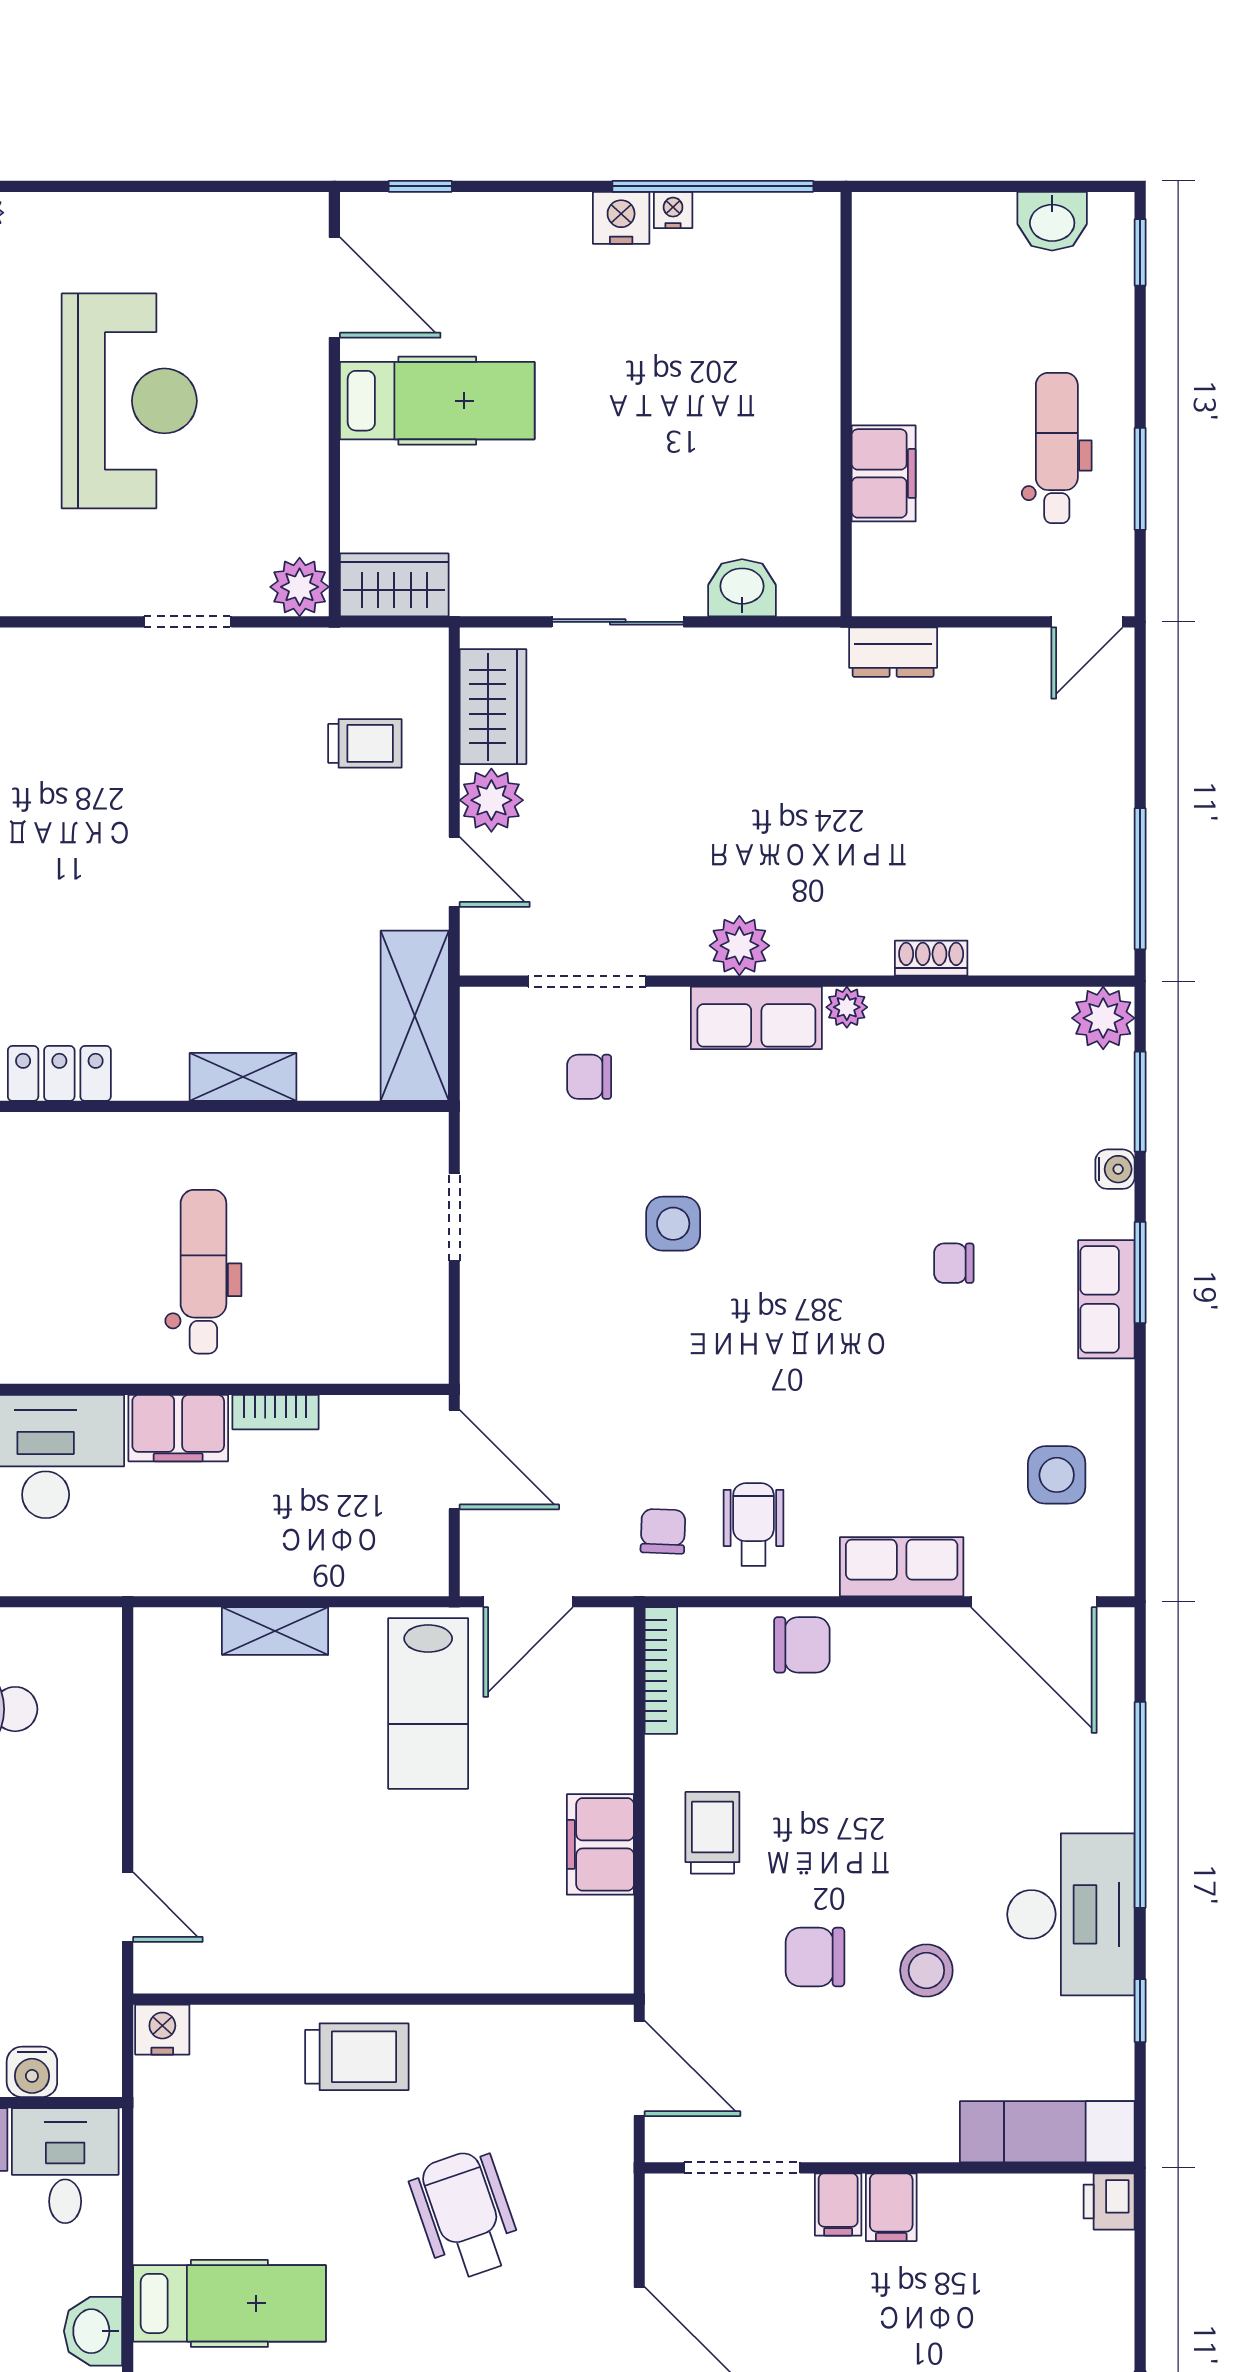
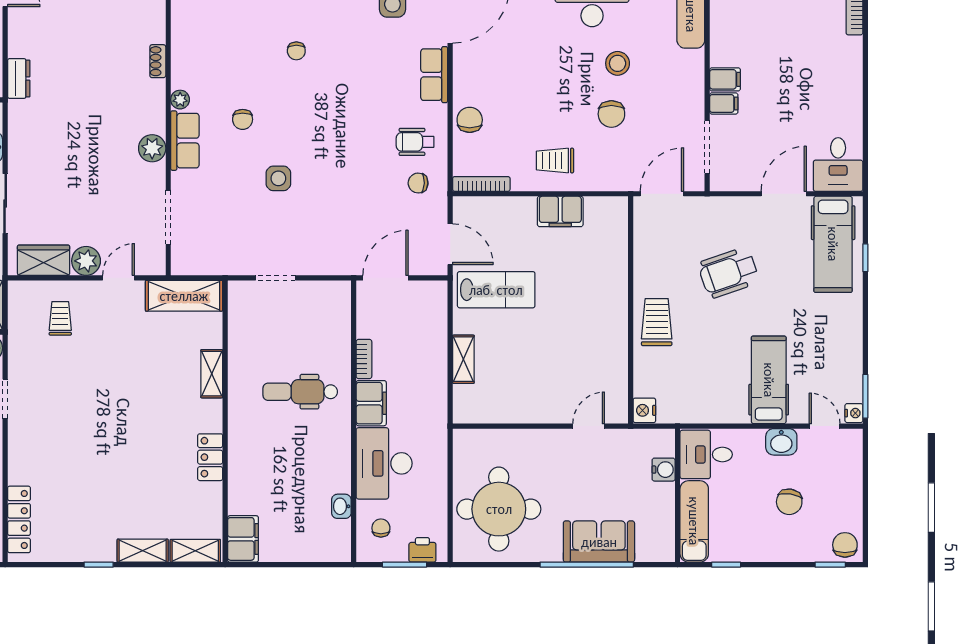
chair: (589, 1077) -> (243, 119), moved

